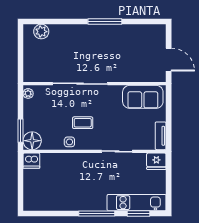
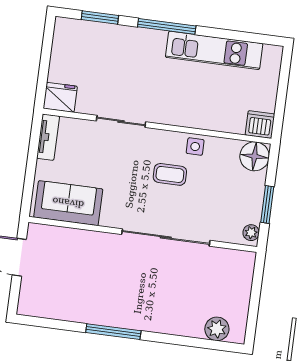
window: (20, 131) -> (267, 204), moved
kitchen unit: (137, 203) -> (214, 50), moved

